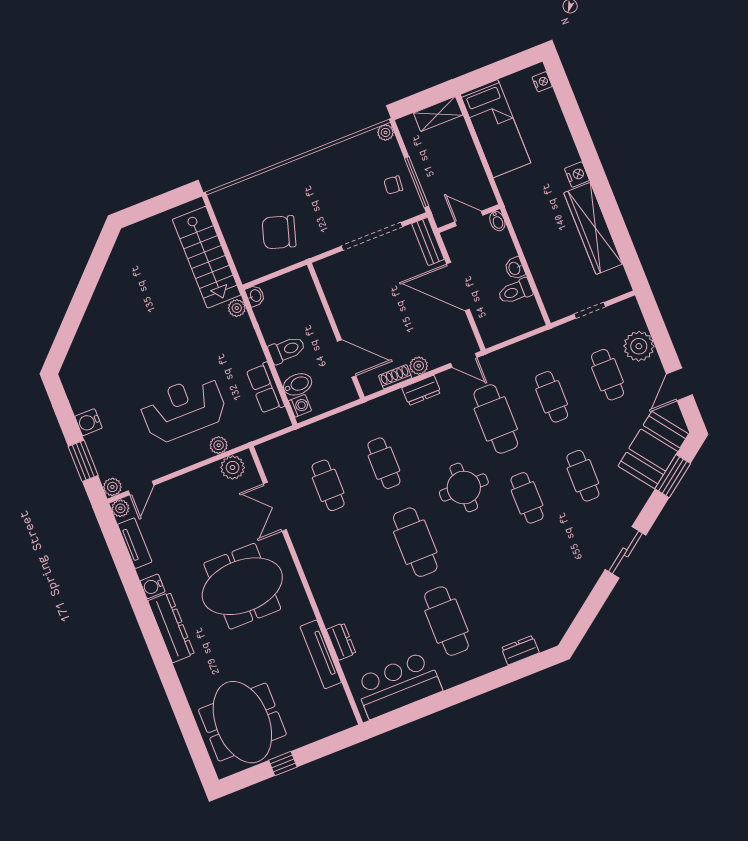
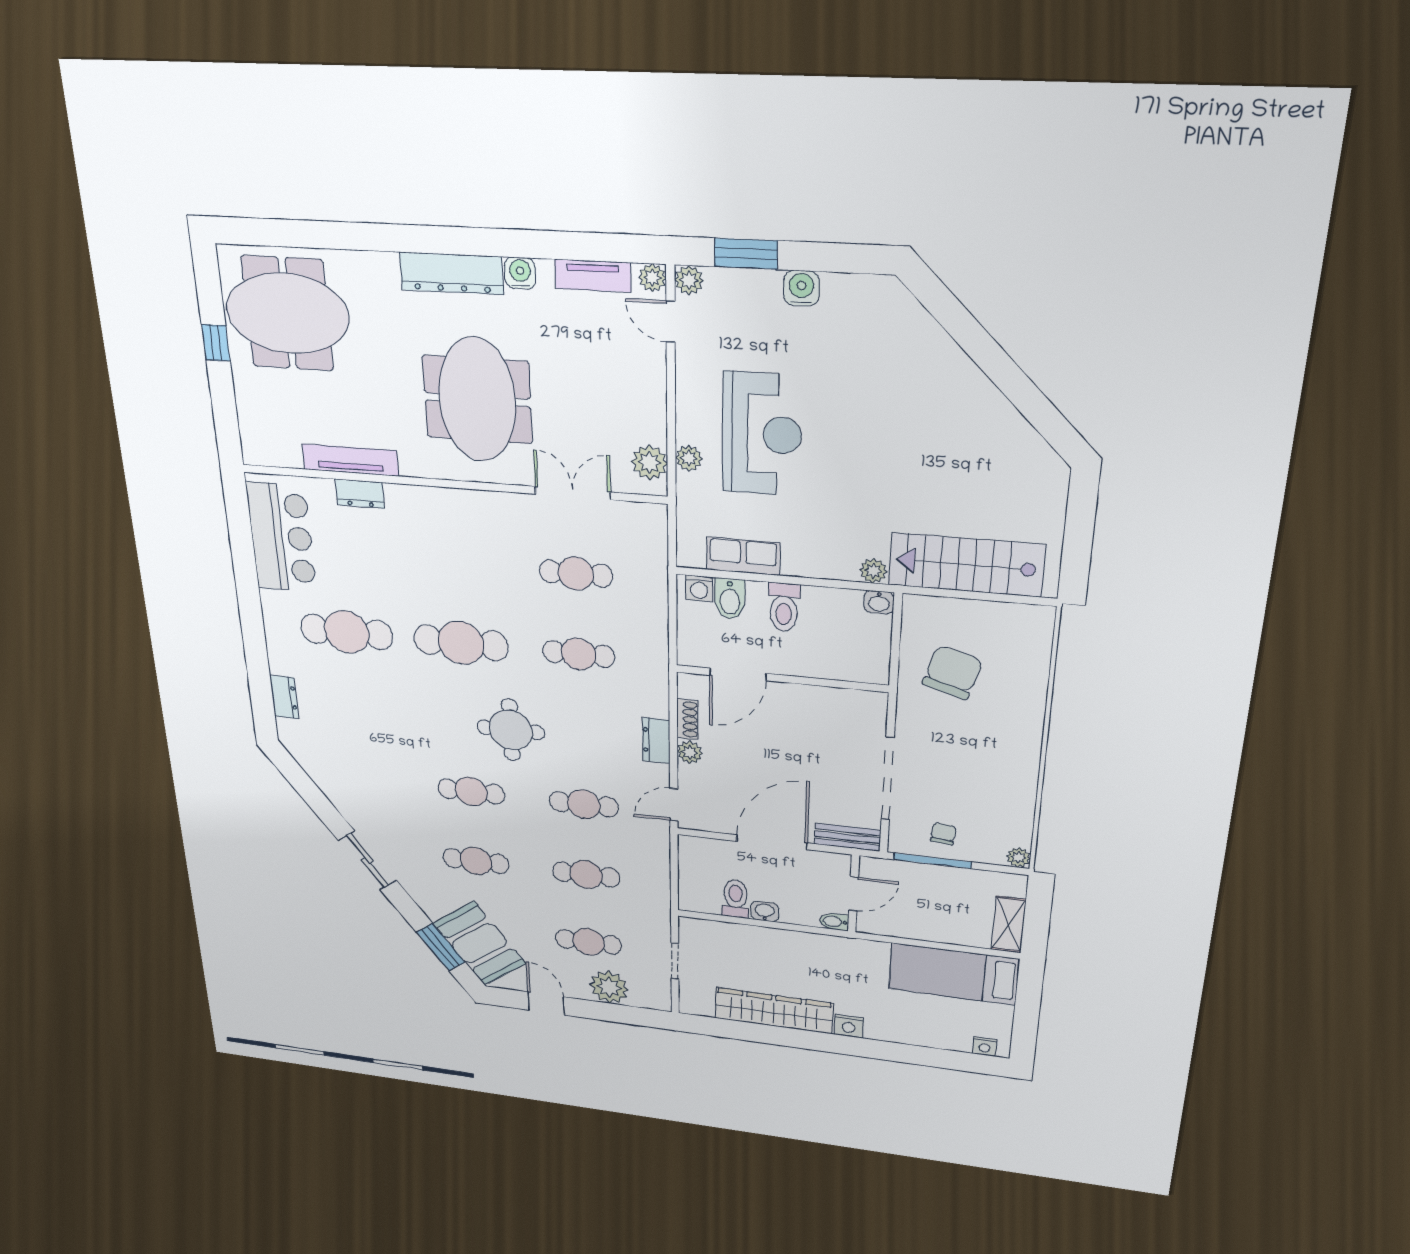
cafe table: (496, 419) -> (584, 804), width x0.73, depth x0.74

